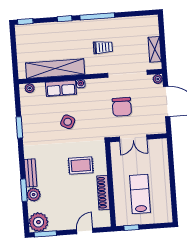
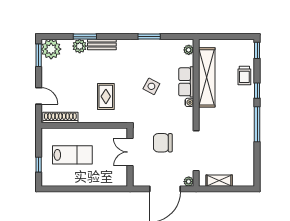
trolley: (103, 47) -> (244, 76), moved
shoe rack: (103, 193) -> (60, 117), moved
window: (131, 228) -> (39, 165), moved

